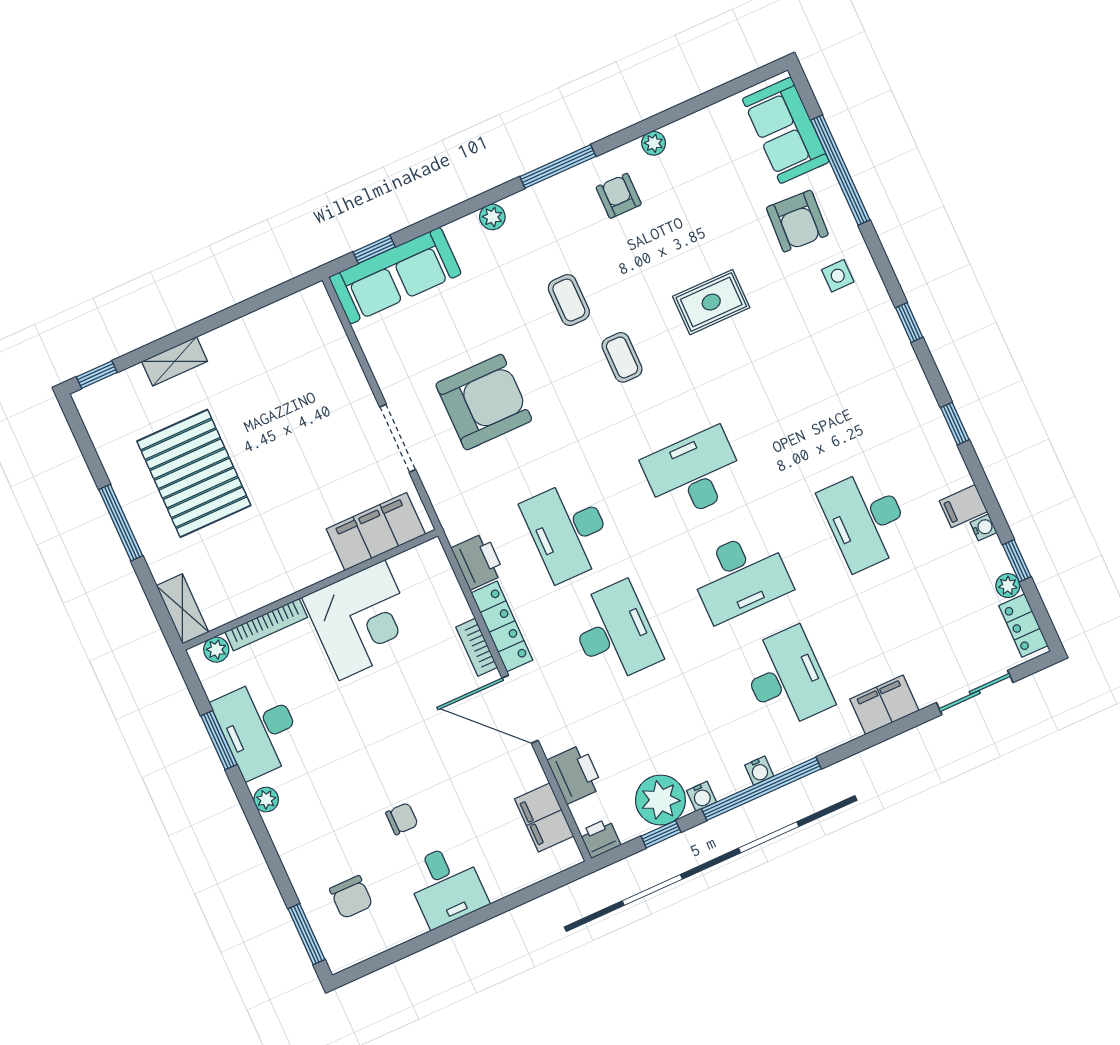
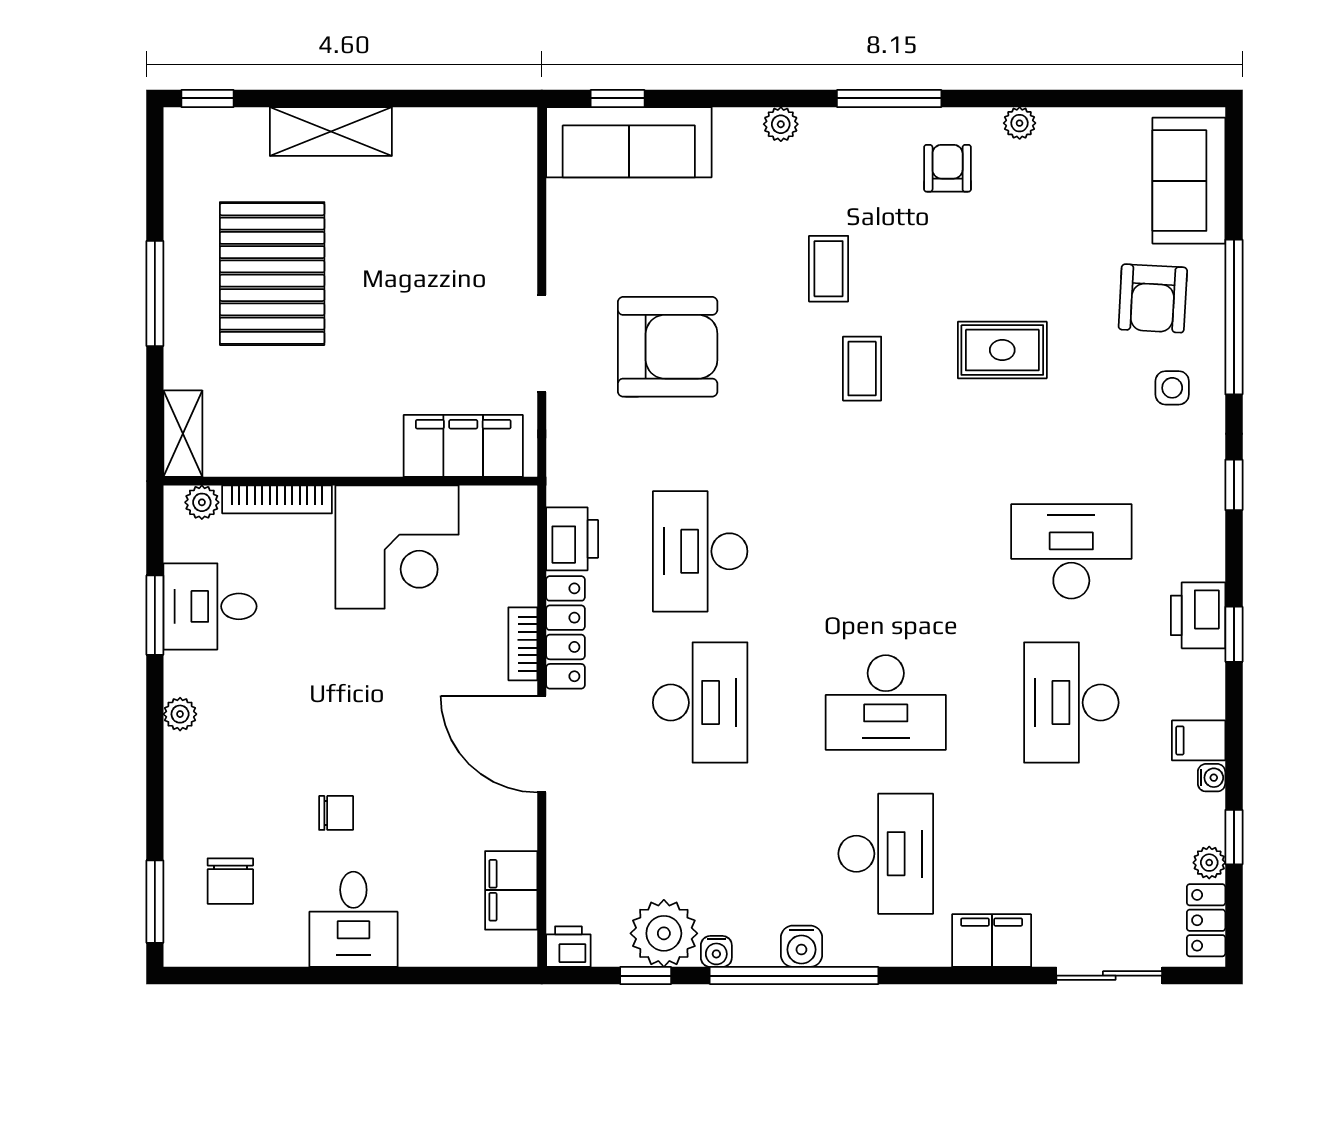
window: (840, 170) -> (1234, 317), moved
shelving: (175, 361) -> (331, 132), width x1.50, depth x1.33
desk: (694, 474) -> (1071, 551), moved
desk: (258, 728) -> (210, 606), width x0.73
water cooler: (759, 771) -> (801, 946), width x1.38, depth x1.38
printer: (575, 774) -> (1198, 615), moved, turned 180

